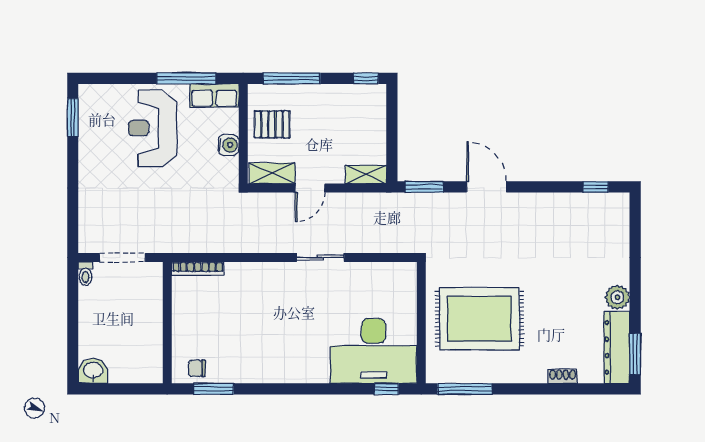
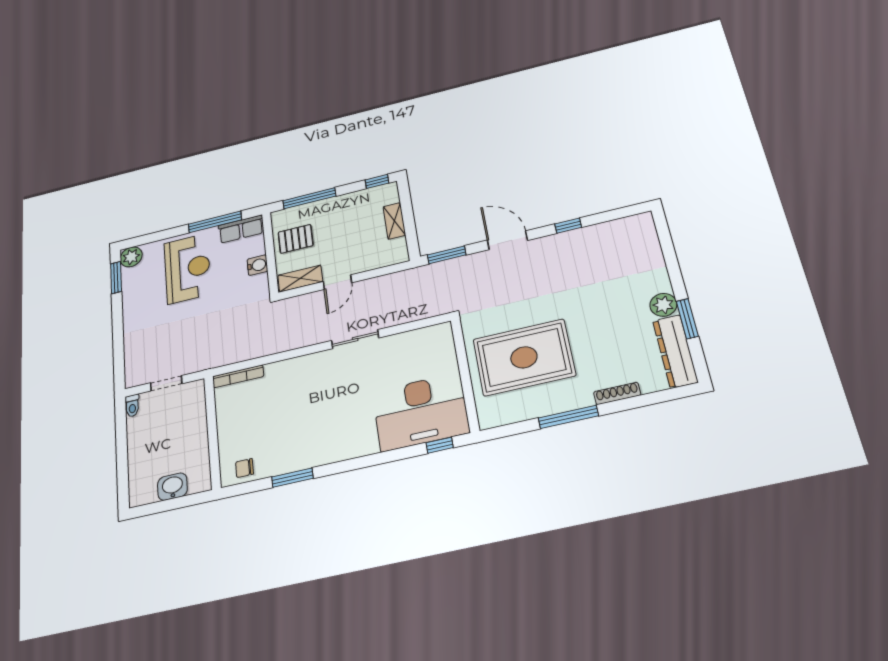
plant: (91, 96) -> (131, 257), added
reception desk: (153, 128) -> (187, 268), turned 180
shelving: (366, 174) -> (394, 221), moved, turned 90
window: (596, 187) -> (568, 226), moved
doorway: (122, 257) -> (166, 383), width x0.73
window: (635, 354) -> (687, 319), moved
washbasin: (93, 371) -> (172, 487), moved
shoe rack: (563, 376) -> (617, 393), width x1.43
window: (214, 389) -> (292, 478), moved
window: (465, 389) -> (568, 417), moved

